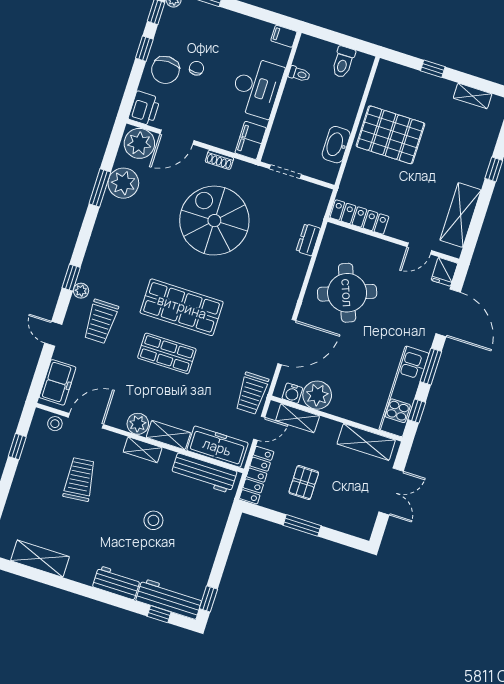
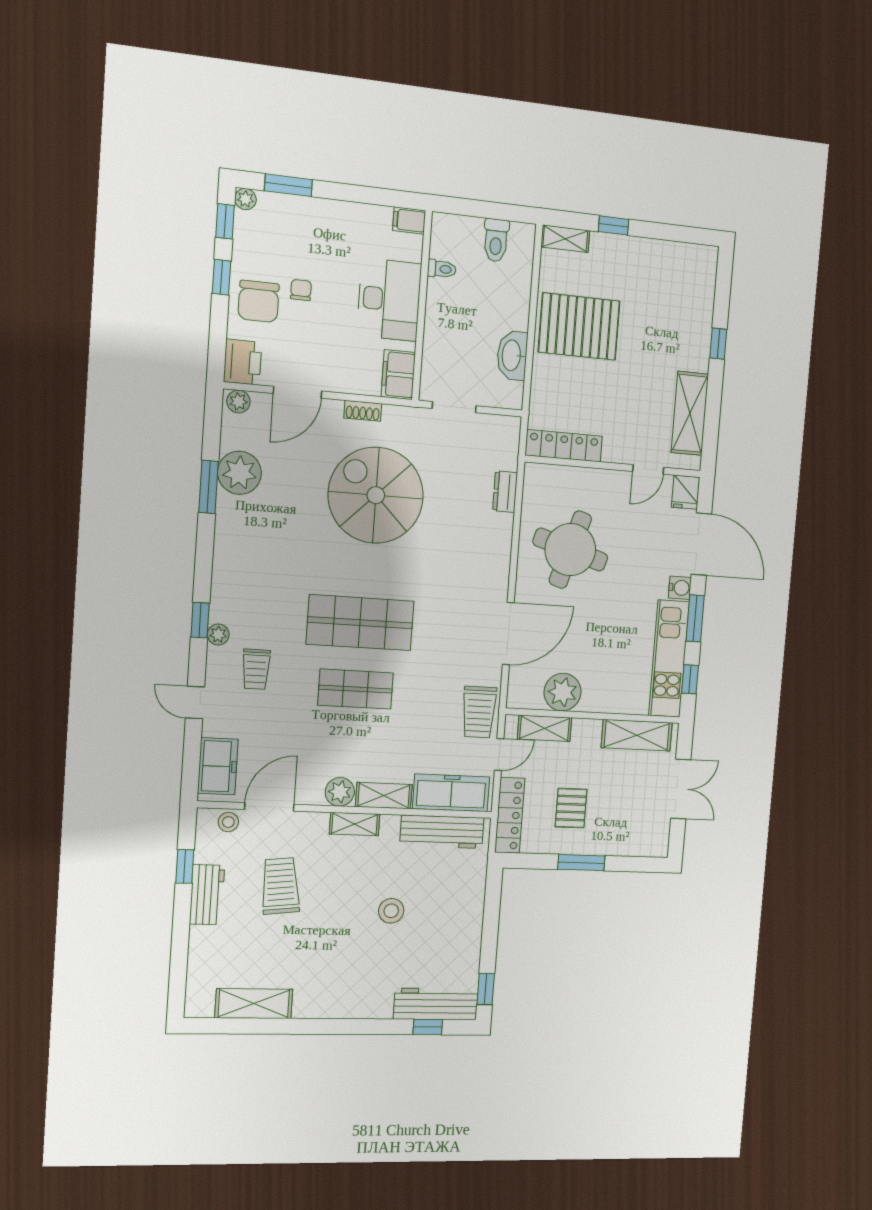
shelving: (473, 96) -> (565, 239), moved
plant: (139, 143) -> (238, 402), width x0.53, depth x0.53
round table: (347, 293) -> (570, 550), turned 38
trolley: (101, 321) -> (256, 669), width x0.73, depth x0.72
water cooler: (292, 393) -> (680, 588), moved, turned -90
workbench: (117, 583) -> (207, 895), moved, turned 90

